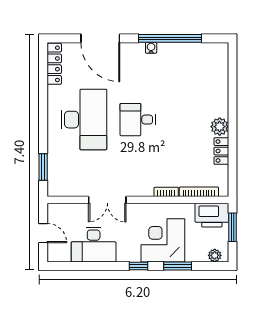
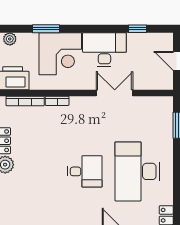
desk: (94, 245) -> (104, 50), moved
window: (139, 266) -> (137, 29), moved

